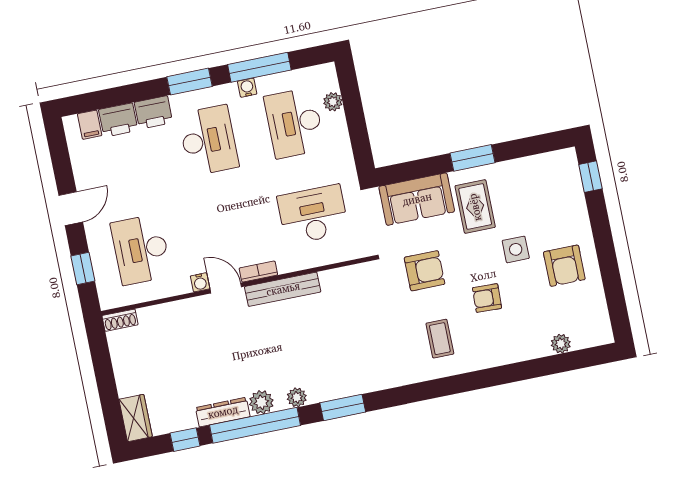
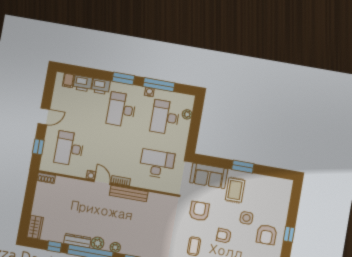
desk: (208, 140) -> (121, 110), turned 180
window: (590, 177) -> (289, 234), moved
armchair: (425, 271) -> (199, 211), turned -90

